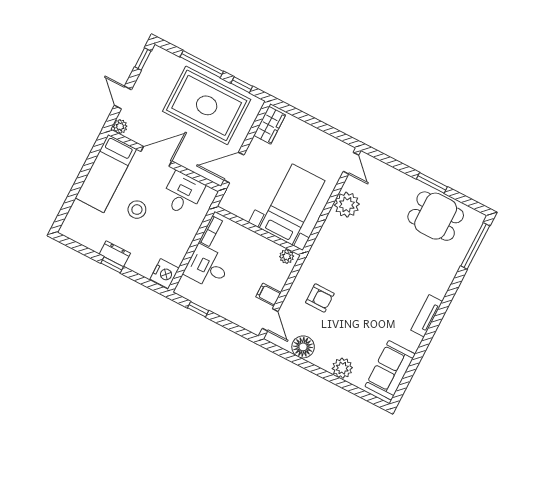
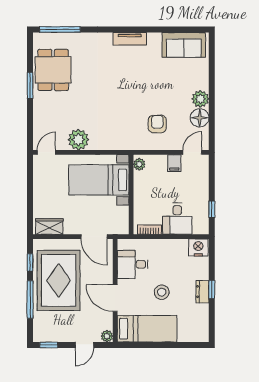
plant: (342, 368) -> (200, 99), moved

